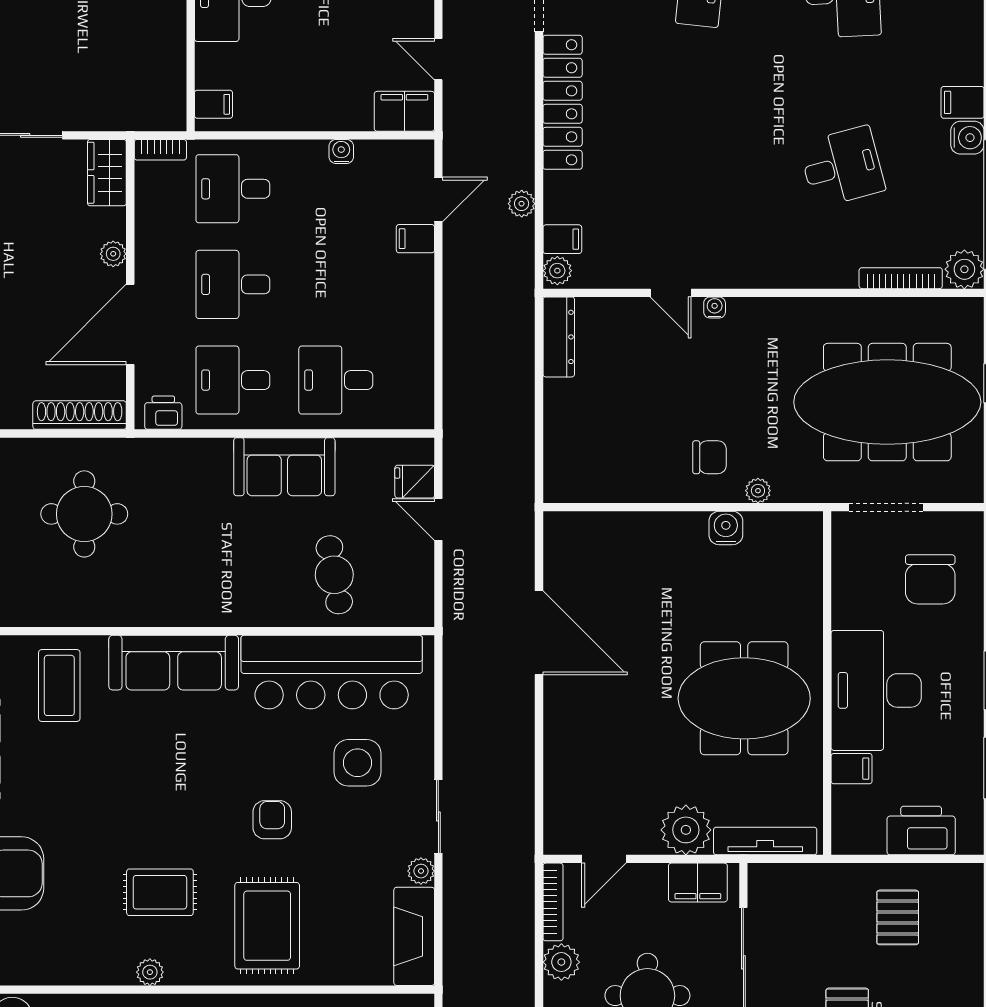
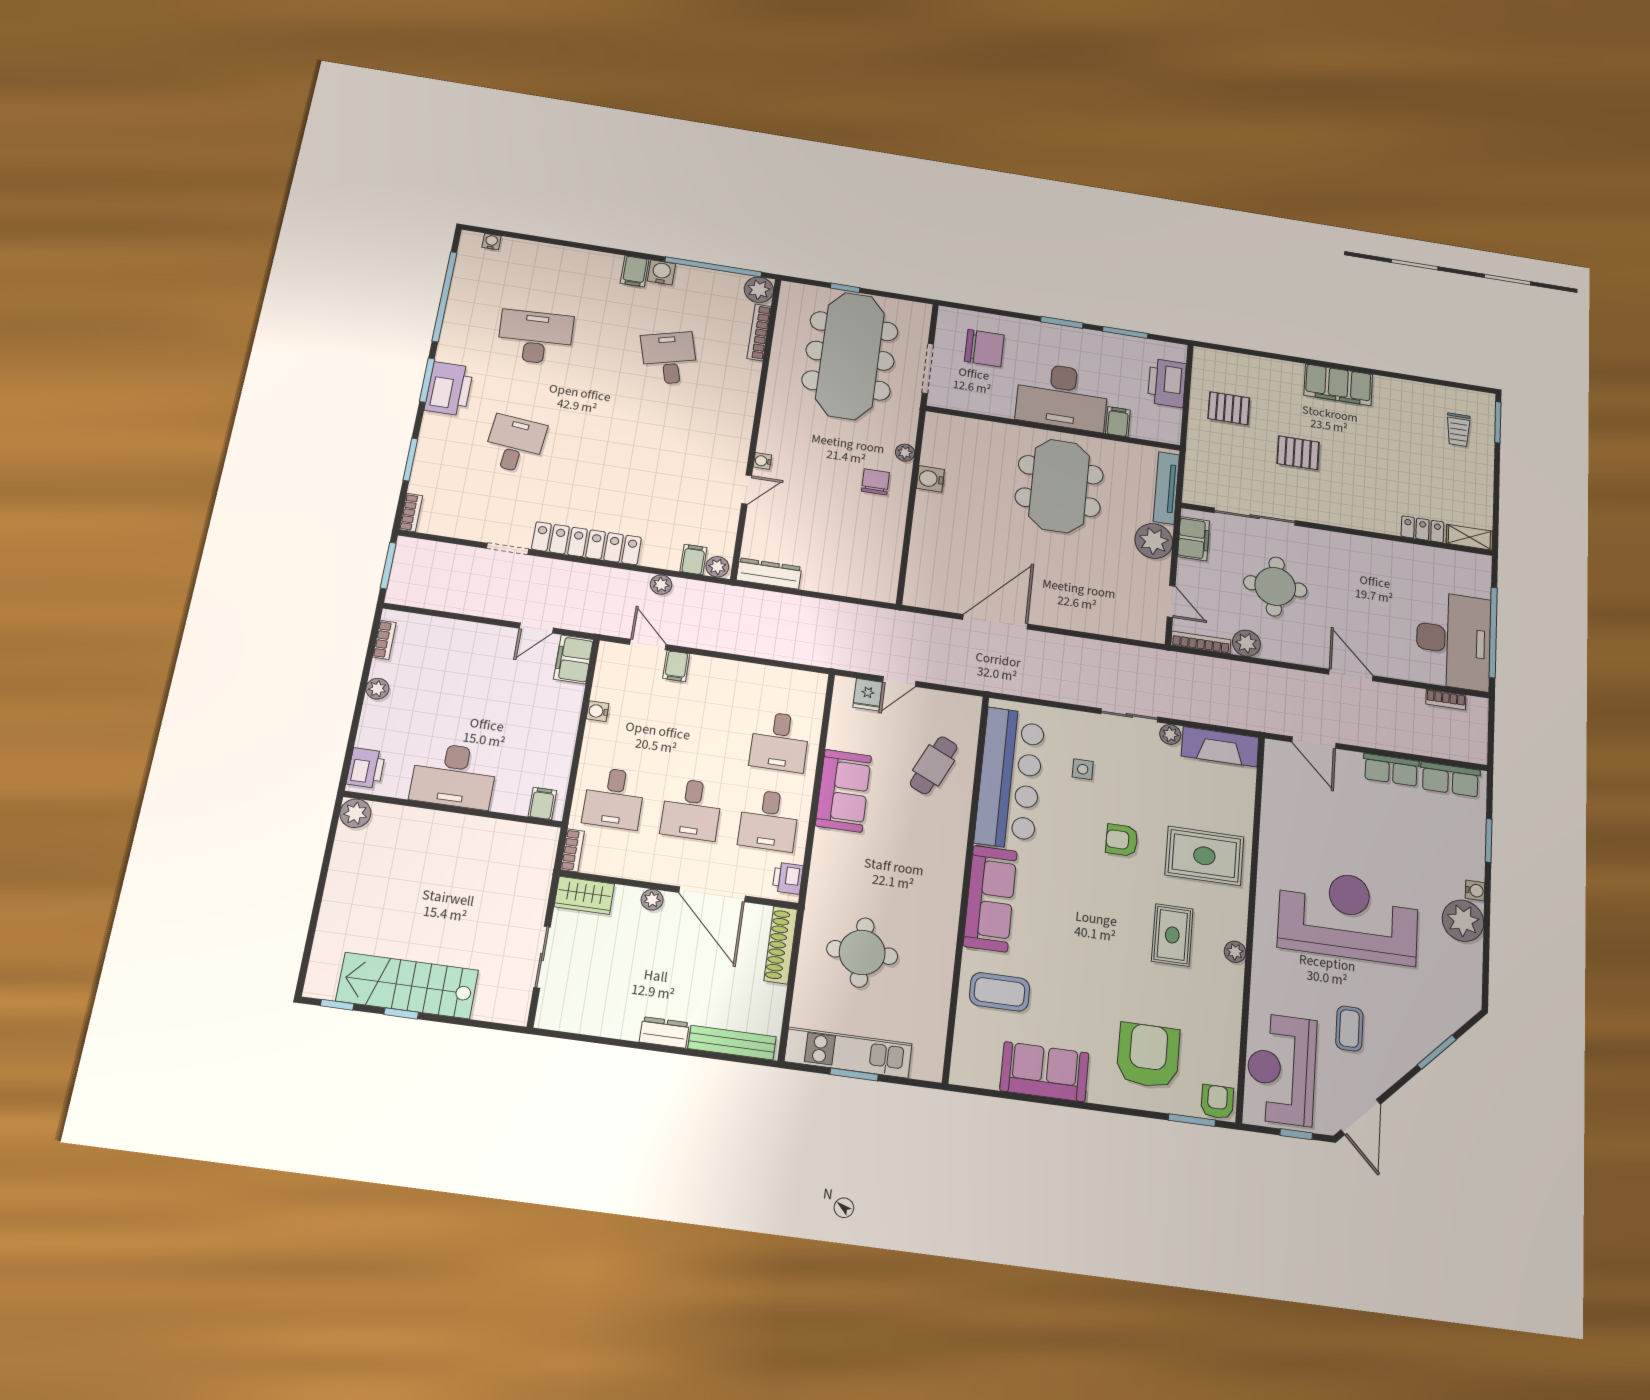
cafe table: (334, 575) -> (934, 765), turned -55
side table: (358, 763) -> (1083, 769), width x0.54, depth x0.54

